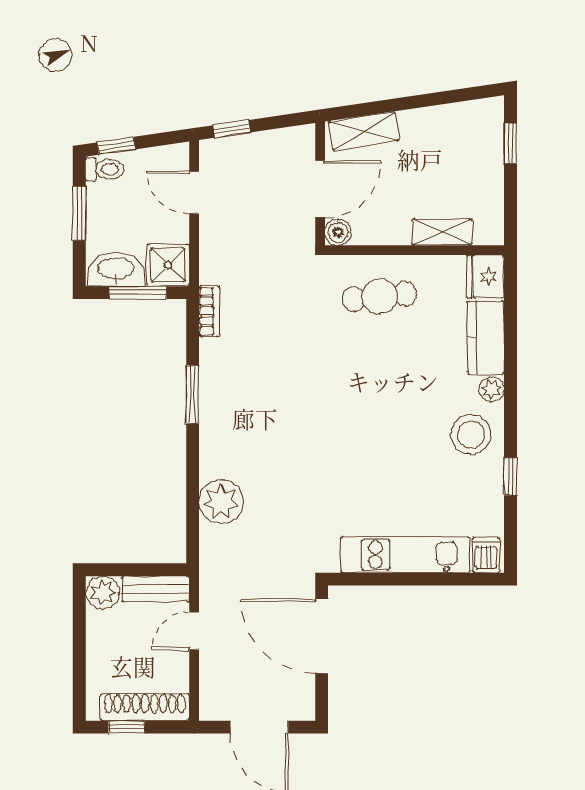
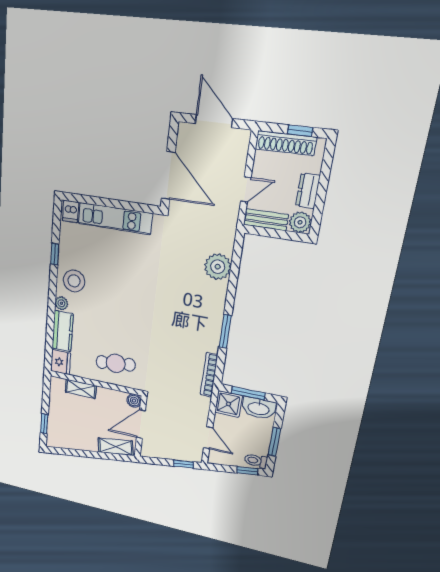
bookcase: (209, 311) -> (209, 375), width x1.56
dresser: (100, 642) -> (308, 191), added

